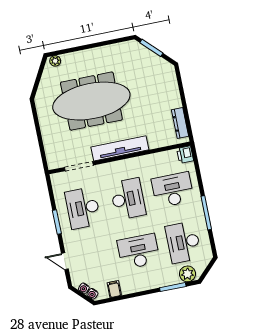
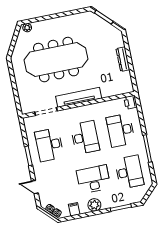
dresser: (180, 123) -> (123, 59), moved
desk: (173, 190) -> (121, 130), turned -90
desk: (183, 242) -> (129, 172), turned 180
plant: (187, 274) -> (94, 205), moved

